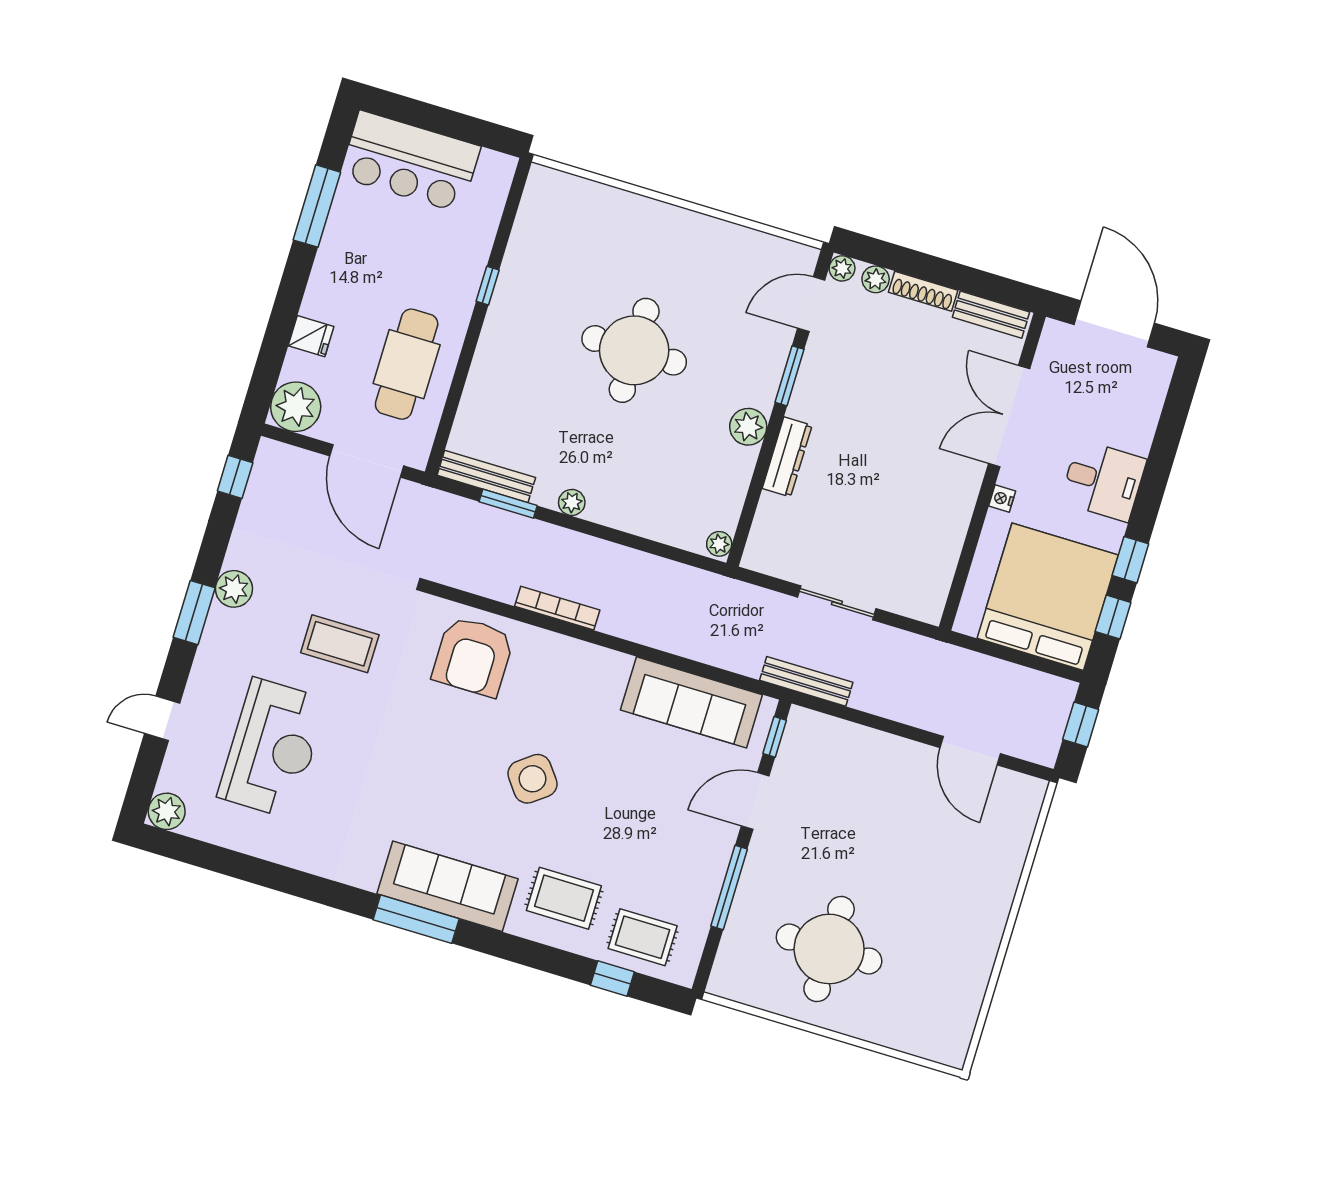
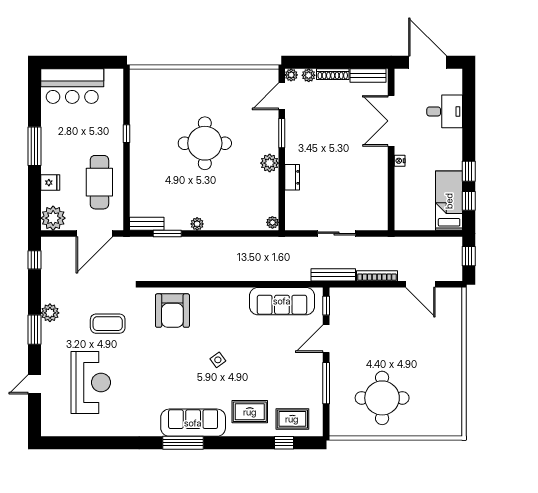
window: (317, 206) -> (35, 146), moved
dresser: (787, 457) -> (292, 177), width x0.70
door: (367, 461) -> (94, 233), hinge flipped
bench: (486, 476) -> (147, 224), width x0.73
desk: (1103, 481) -> (445, 111), moved
bed: (1048, 597) -> (449, 201), width x0.49
bookcase: (557, 608) -> (377, 276), moved
side table: (532, 779) -> (218, 360), width x0.54, depth x0.54
plant: (167, 811) -> (50, 427), removed

